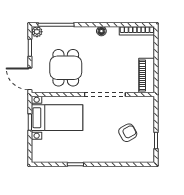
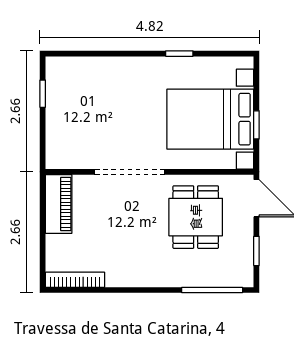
floor lamp: (101, 31) -> (135, 279), removed
plant: (37, 32) -> (244, 278), removed
bed with nightstands: (57, 118) -> (210, 119), width x1.36
armchair: (128, 133) -> (91, 107), removed

